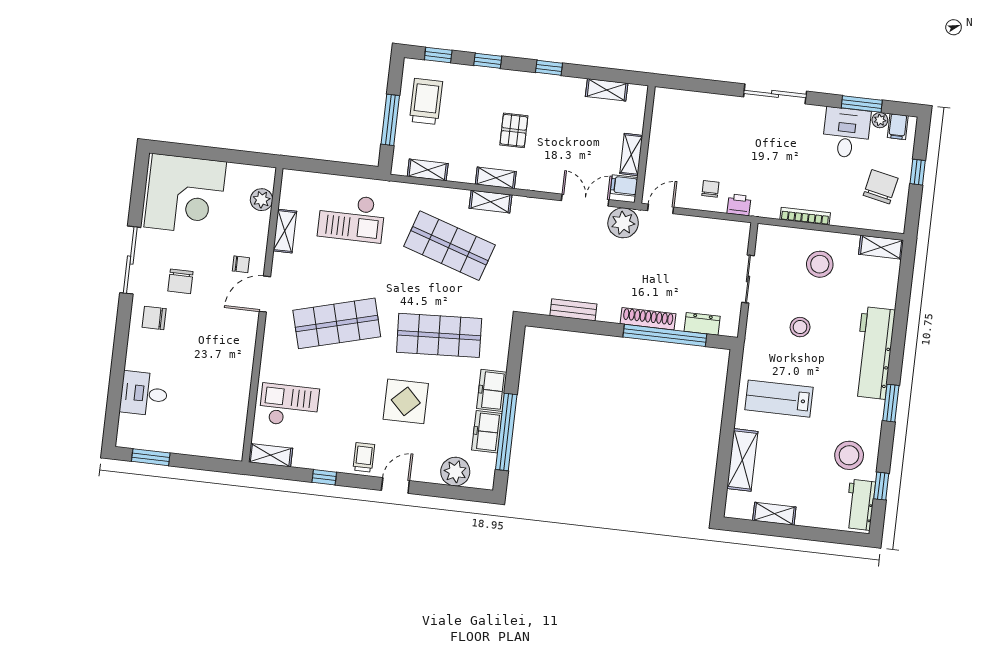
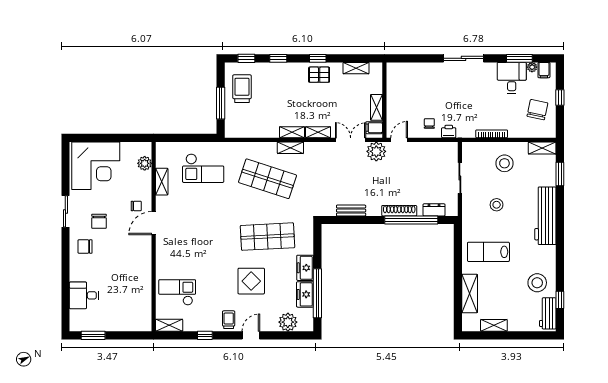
pallet: (514, 130) -> (319, 75), moved, turned 90
shelving: (428, 170) -> (318, 132), moved
sliding door: (130, 260) -> (65, 211), width x0.73
shop shelf: (337, 323) -> (202, 237), removed
window: (891, 403) -> (560, 174), moved

